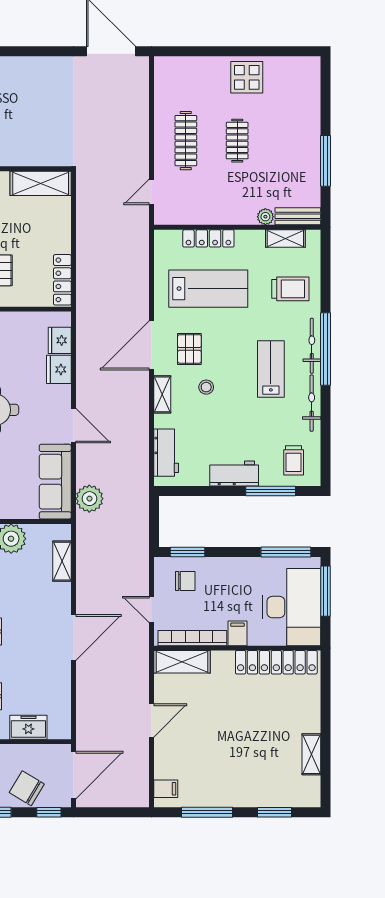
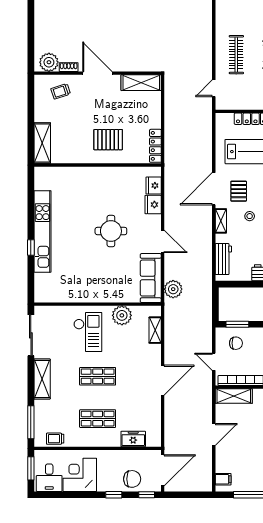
chair: (27, 788) -> (132, 479), turned 149

